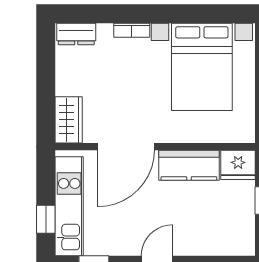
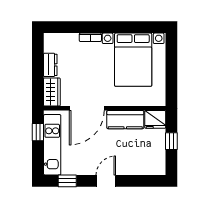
dresser: (76, 34) -> (50, 65), moved, turned -90
window: (46, 219) -> (38, 132), moved

